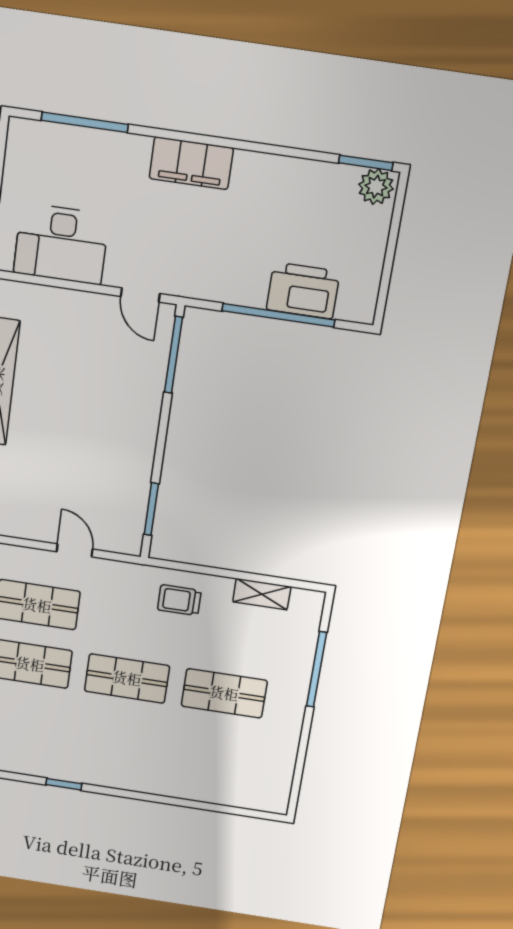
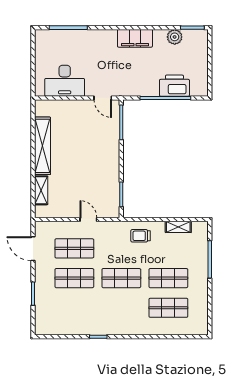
filing cabinet: (191, 163) -> (135, 38), moved
plant: (376, 187) -> (175, 37), moved
shop shelf: (215, 751) -> (168, 308), added

